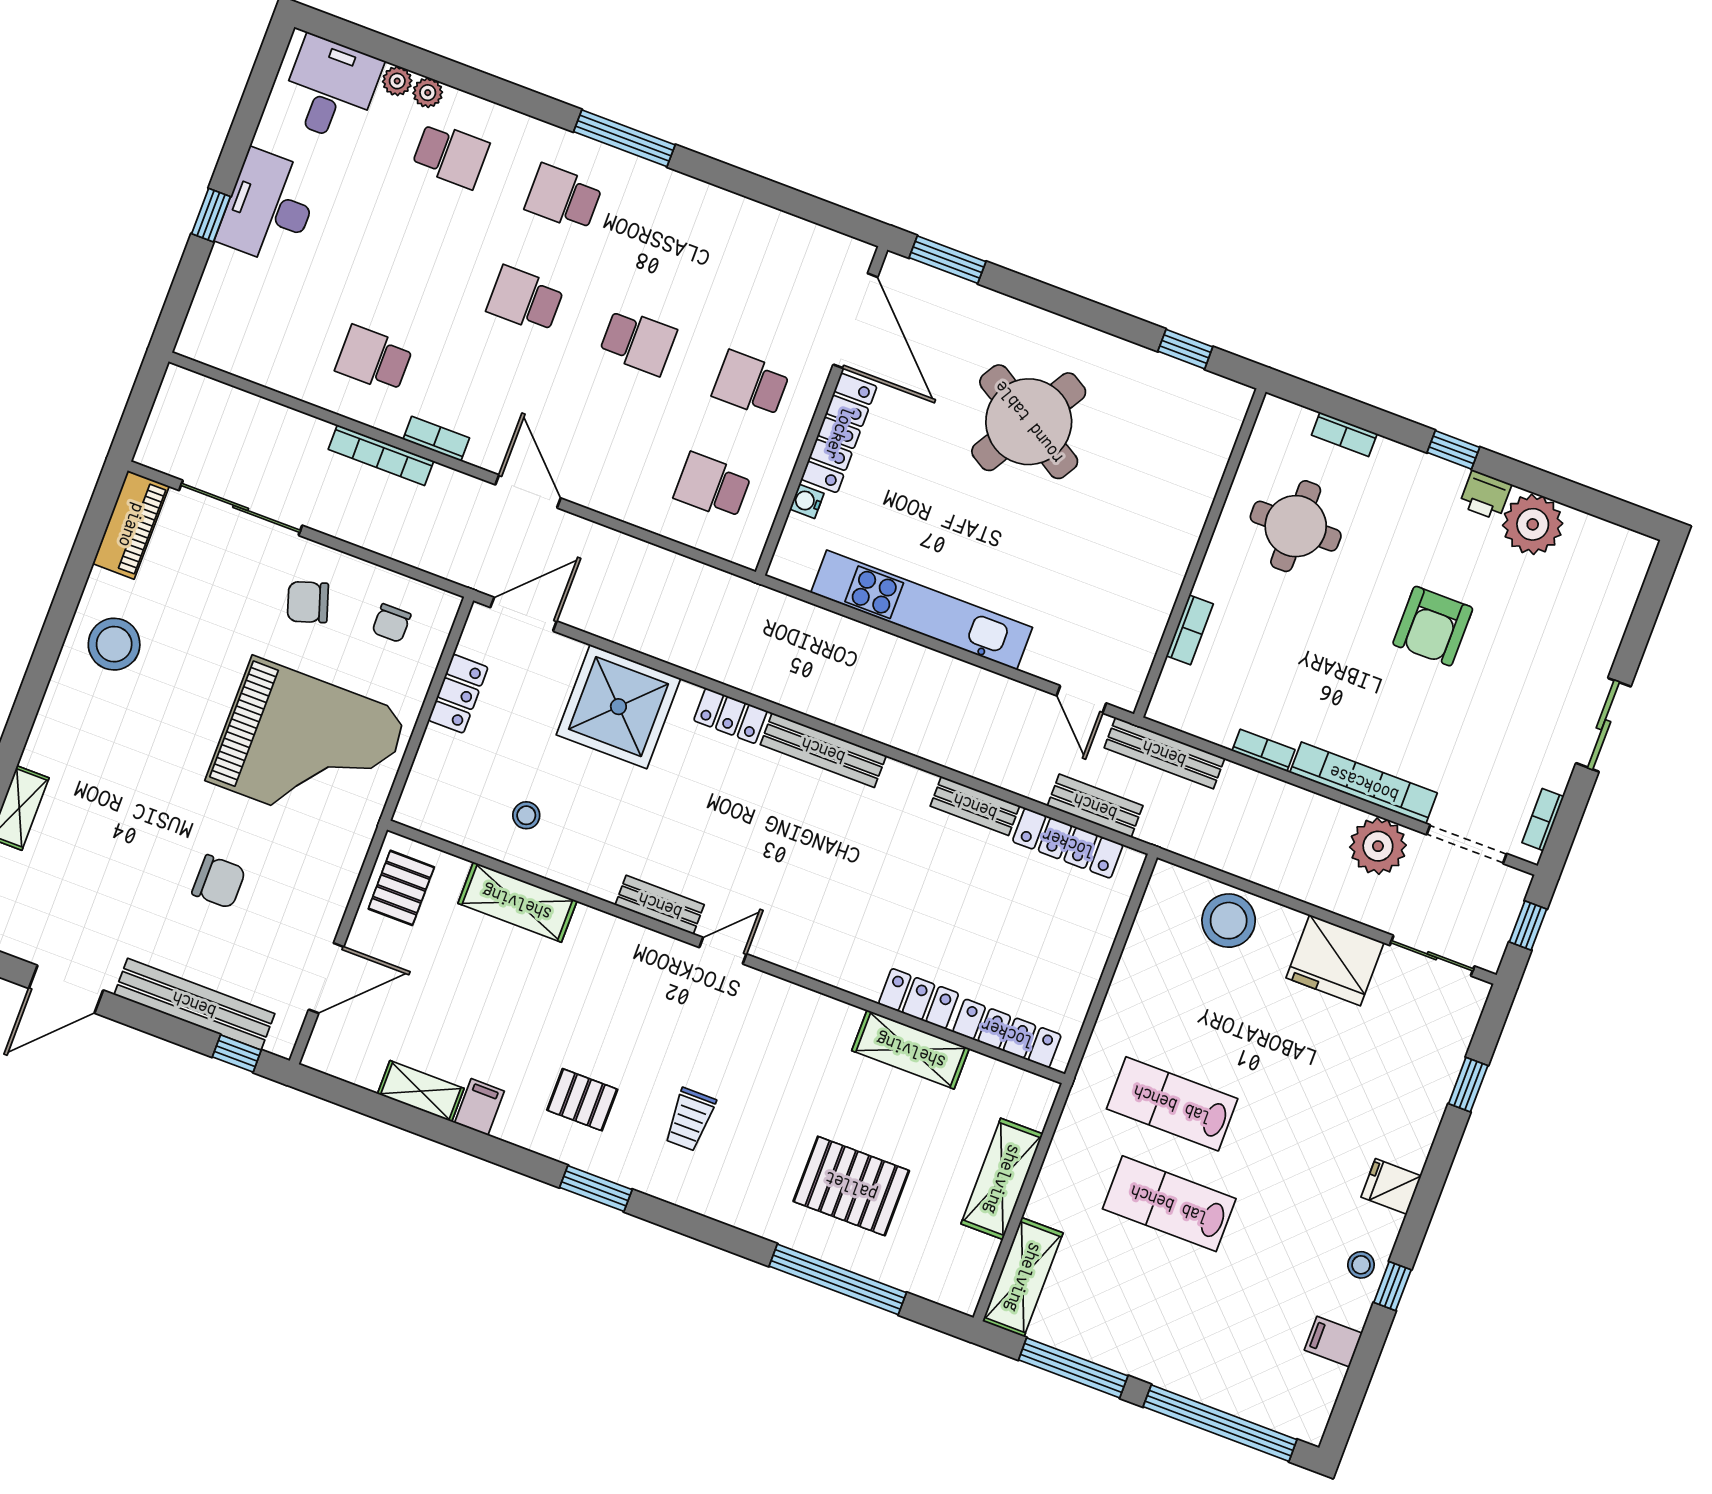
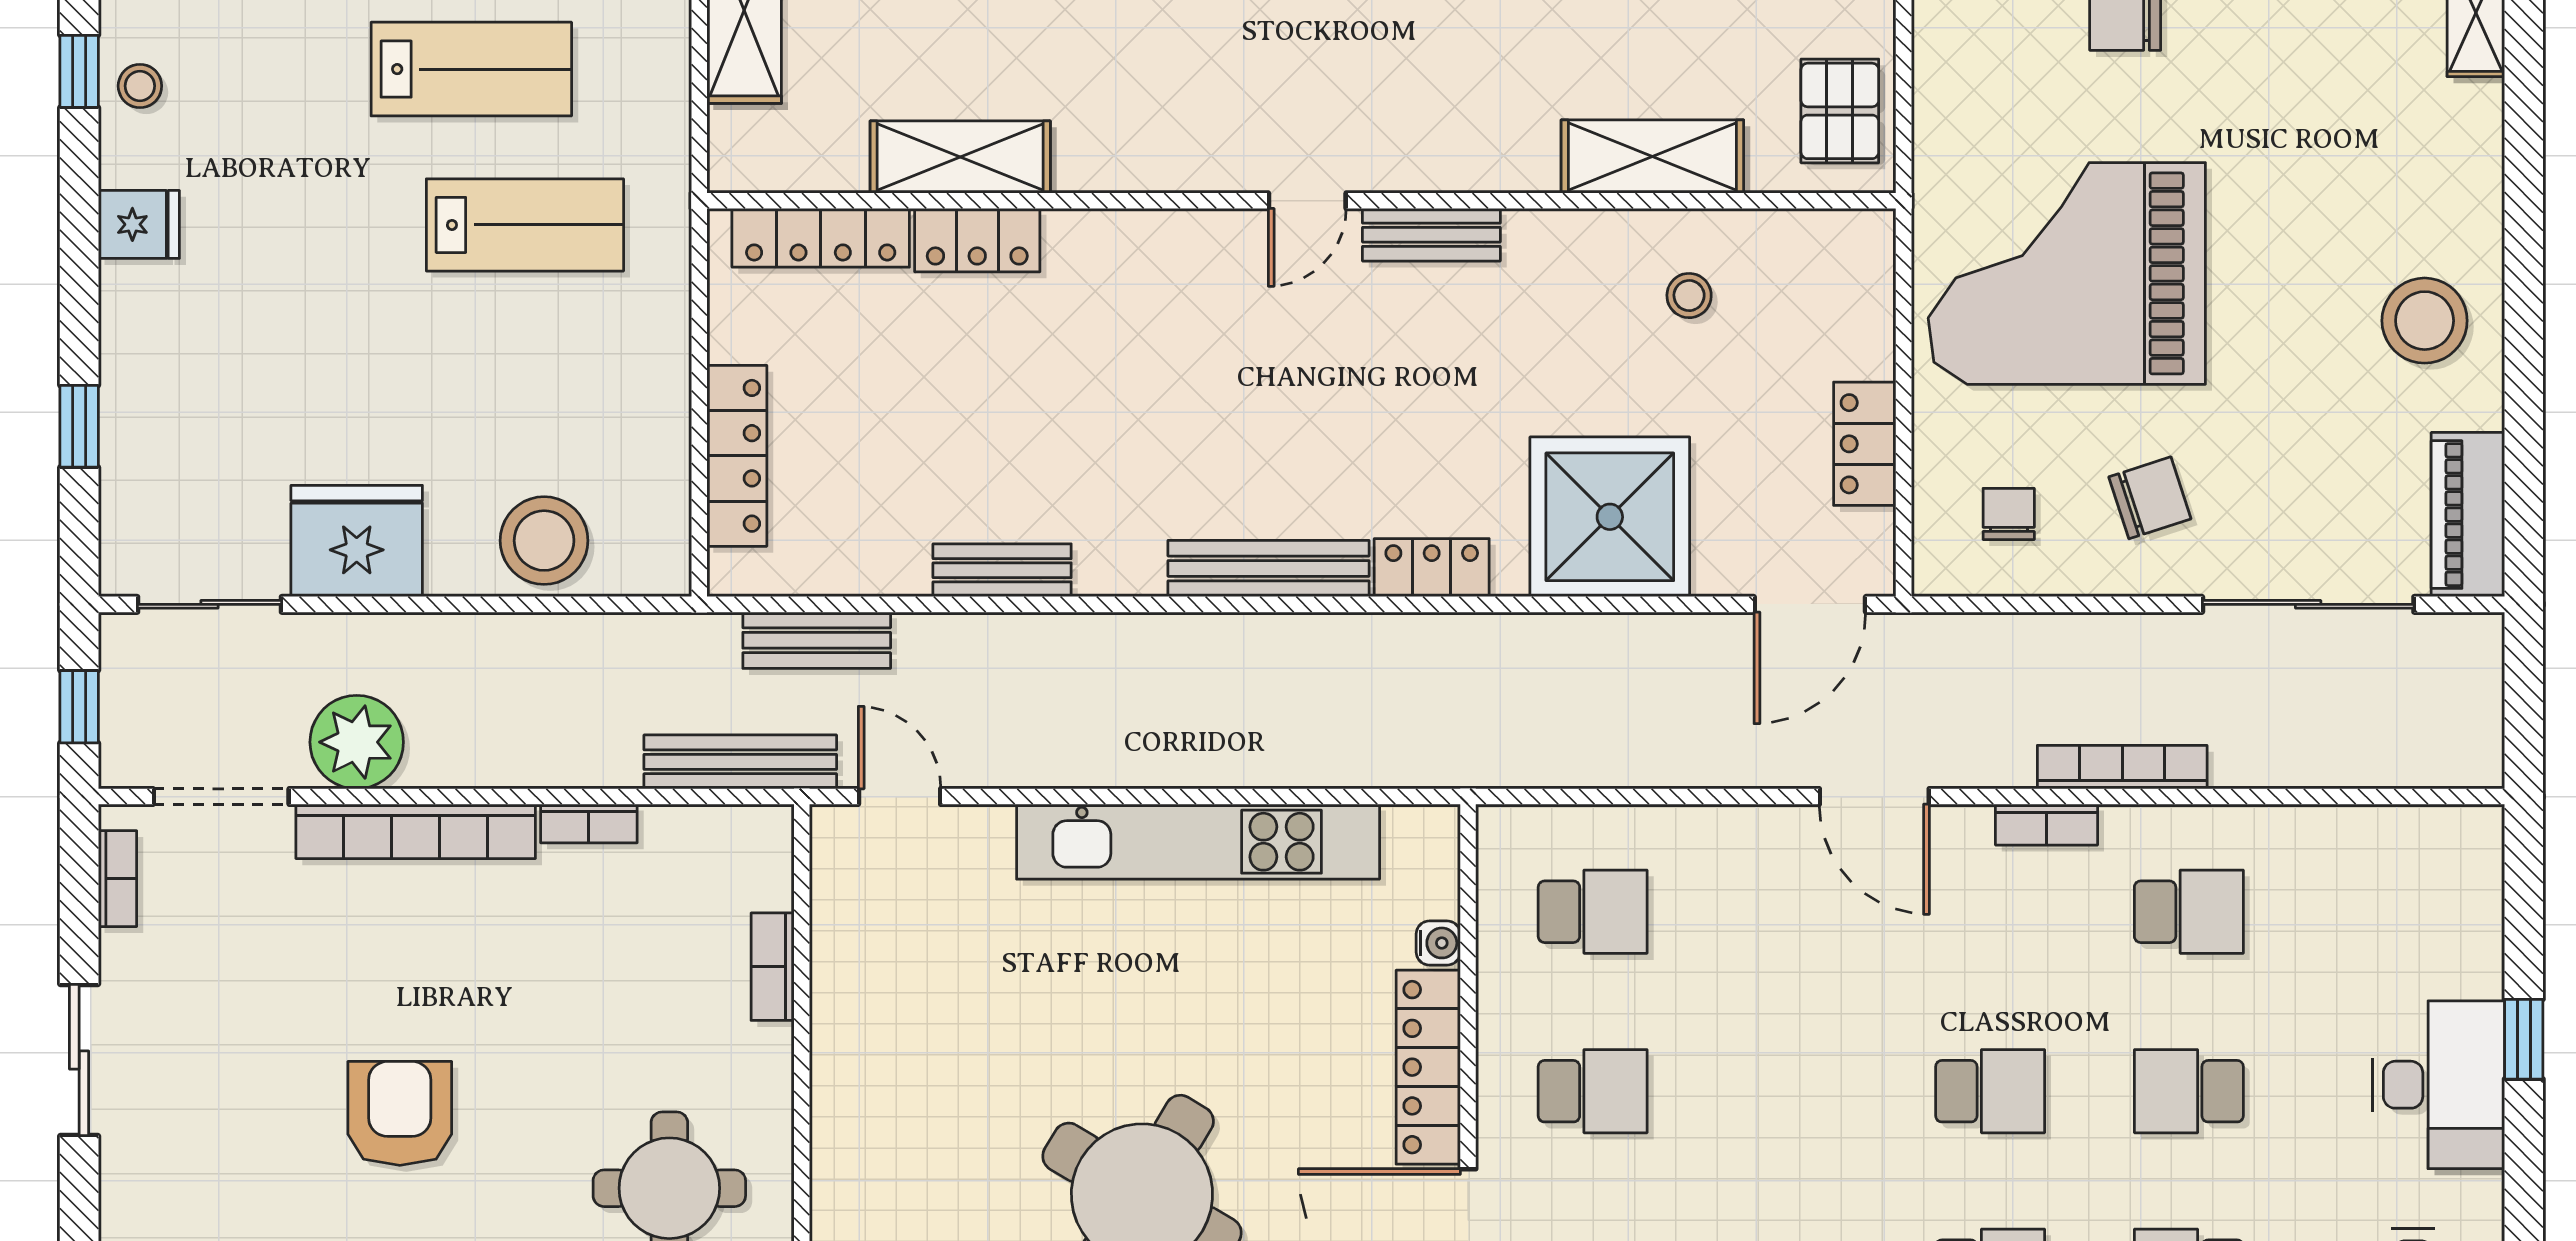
school desk: (638, 342) -> (2189, 1091), moved
locker: (1068, 843) -> (737, 456), moved, turned 90

